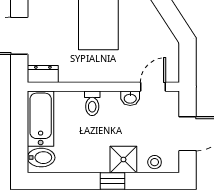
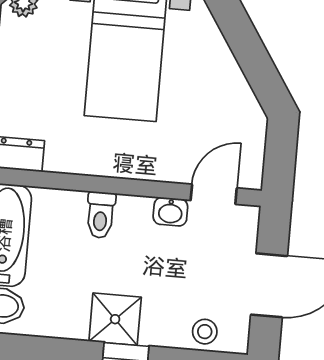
shower: (123, 160) -> (115, 319), moved

